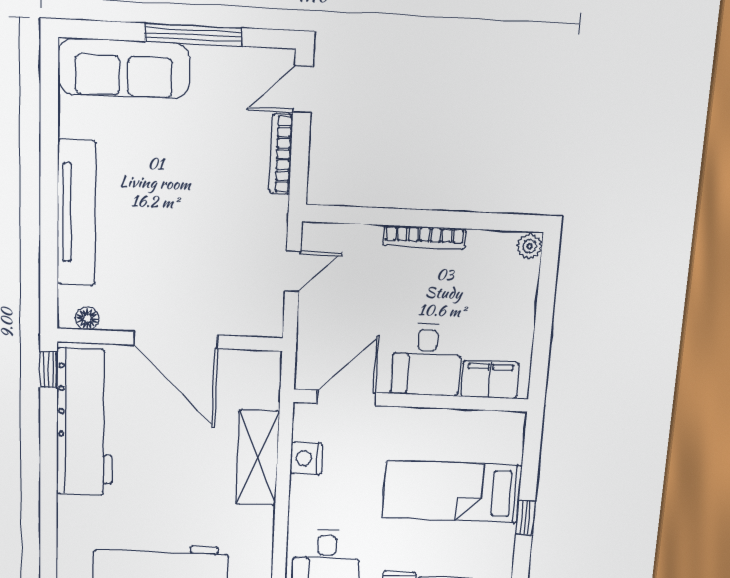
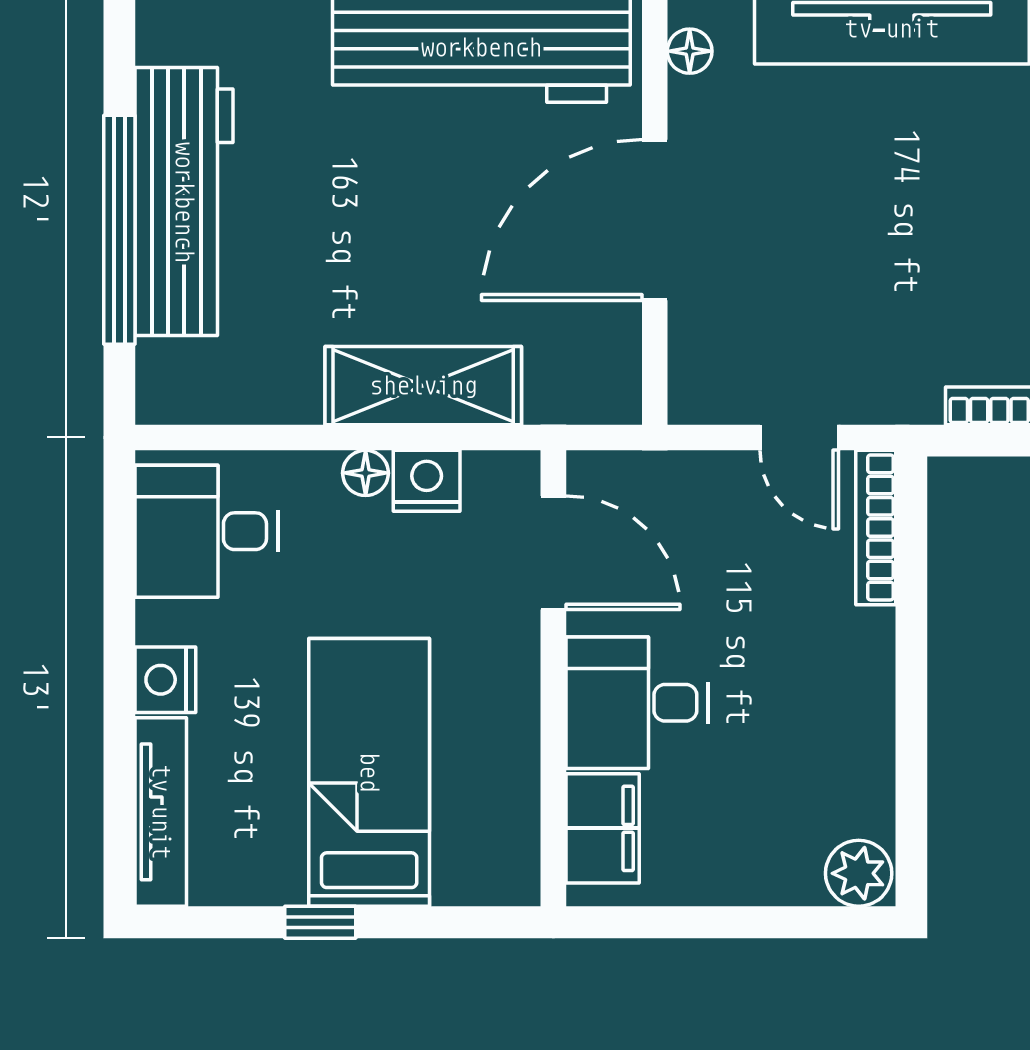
bookcase: (425, 237) -> (876, 527), moved
plant: (530, 246) -> (859, 873), width x1.38, depth x1.38
floor lamp: (301, 487) -> (366, 473), added

